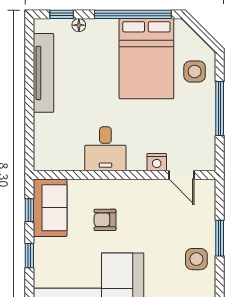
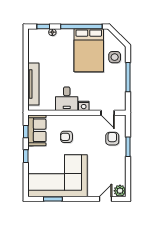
tv unit: (43, 73) -> (33, 84), moved
nightstand: (157, 162) -> (84, 106), moved
armchair: (190, 223) -> (112, 139), added
side table: (196, 259) -> (116, 158), removed

